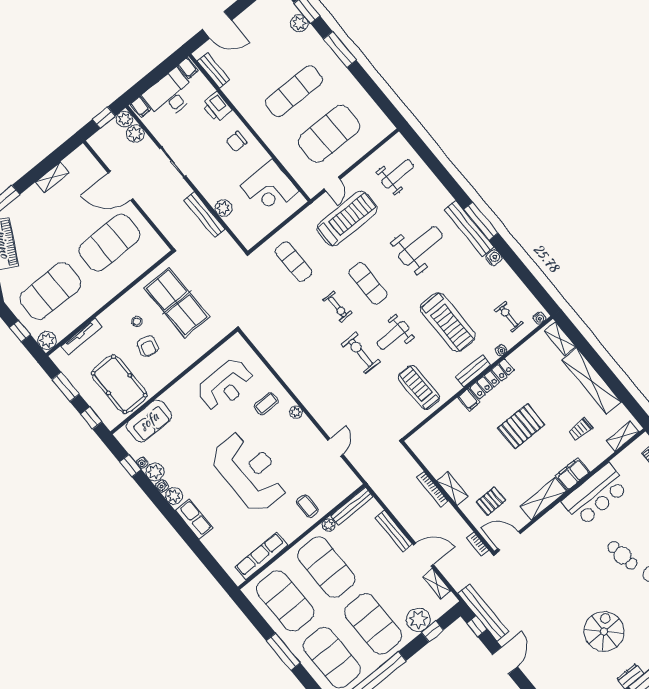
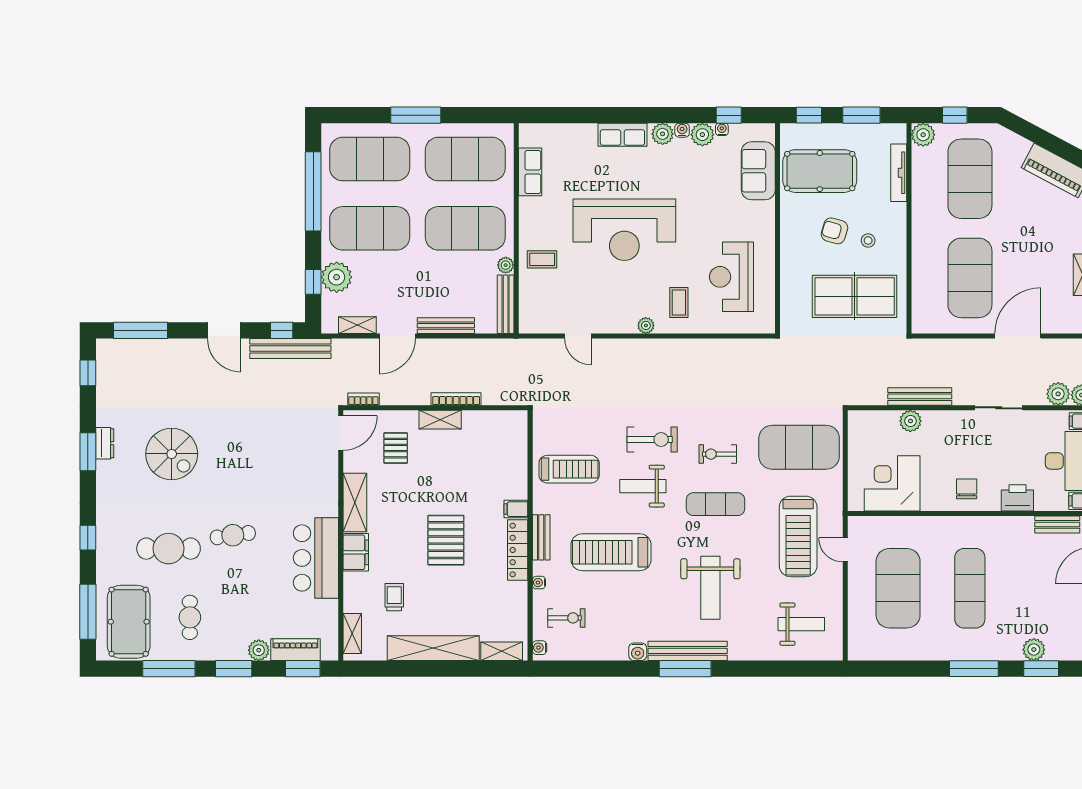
weight bench: (398, 174) -> (801, 624), turned -90
exercise mat: (294, 262) -> (799, 447), width x2.00, depth x1.45
weight bench: (393, 335) -> (643, 486), turned -90
row of seats: (261, 556) -> (530, 172), width x0.68

